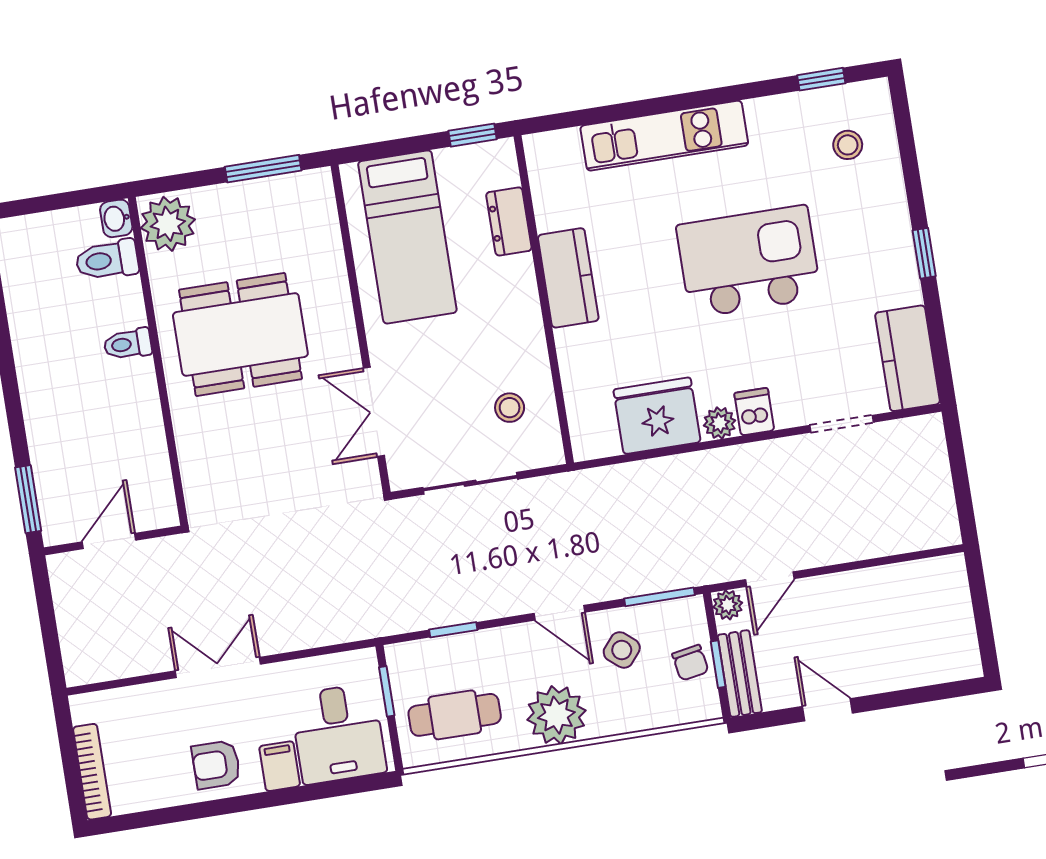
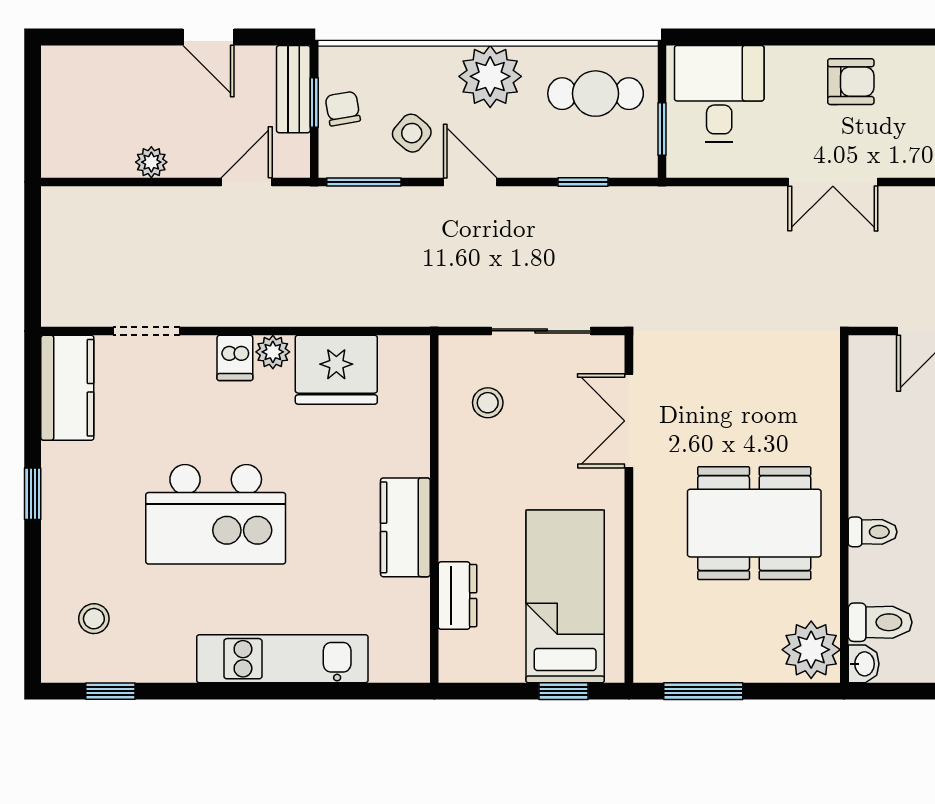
window: (473, 135) -> (564, 691), moved
double door: (374, 412) -> (629, 421), swing flipped
plant: (728, 605) -> (151, 162), moved
filing cabinet: (280, 766) -> (785, 70), removed

